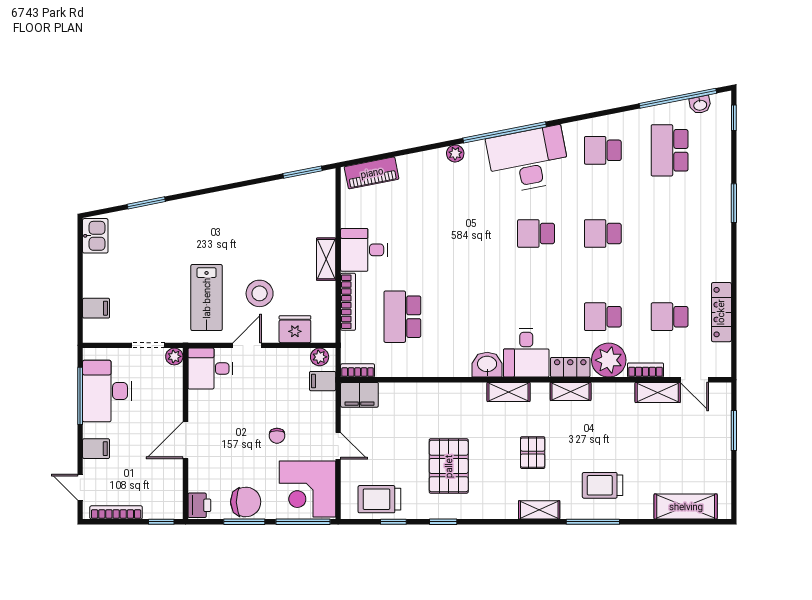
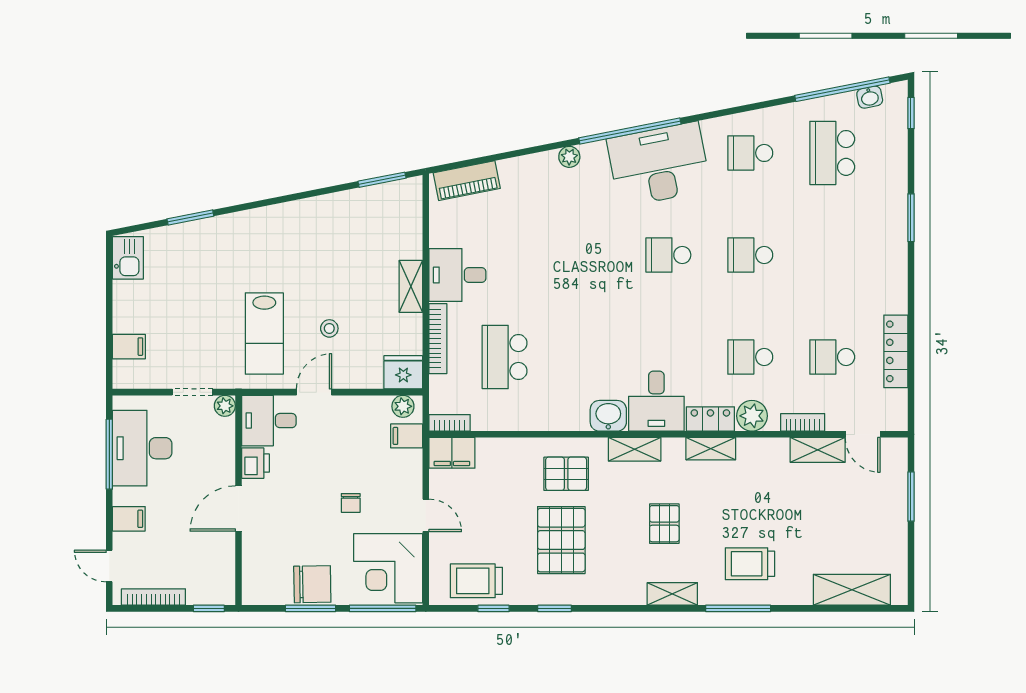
stool: (260, 293) -> (329, 328), width x0.53, depth x0.53
fridge: (295, 329) -> (403, 372), moved
plant: (609, 360) -> (752, 416), width x0.73, depth x0.73
pallet: (453, 412) -> (566, 474), added
printer: (199, 505) -> (255, 463), moved

